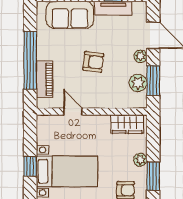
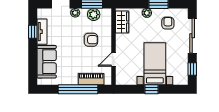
armchair: (93, 62) -> (91, 40), moved, turned 83

